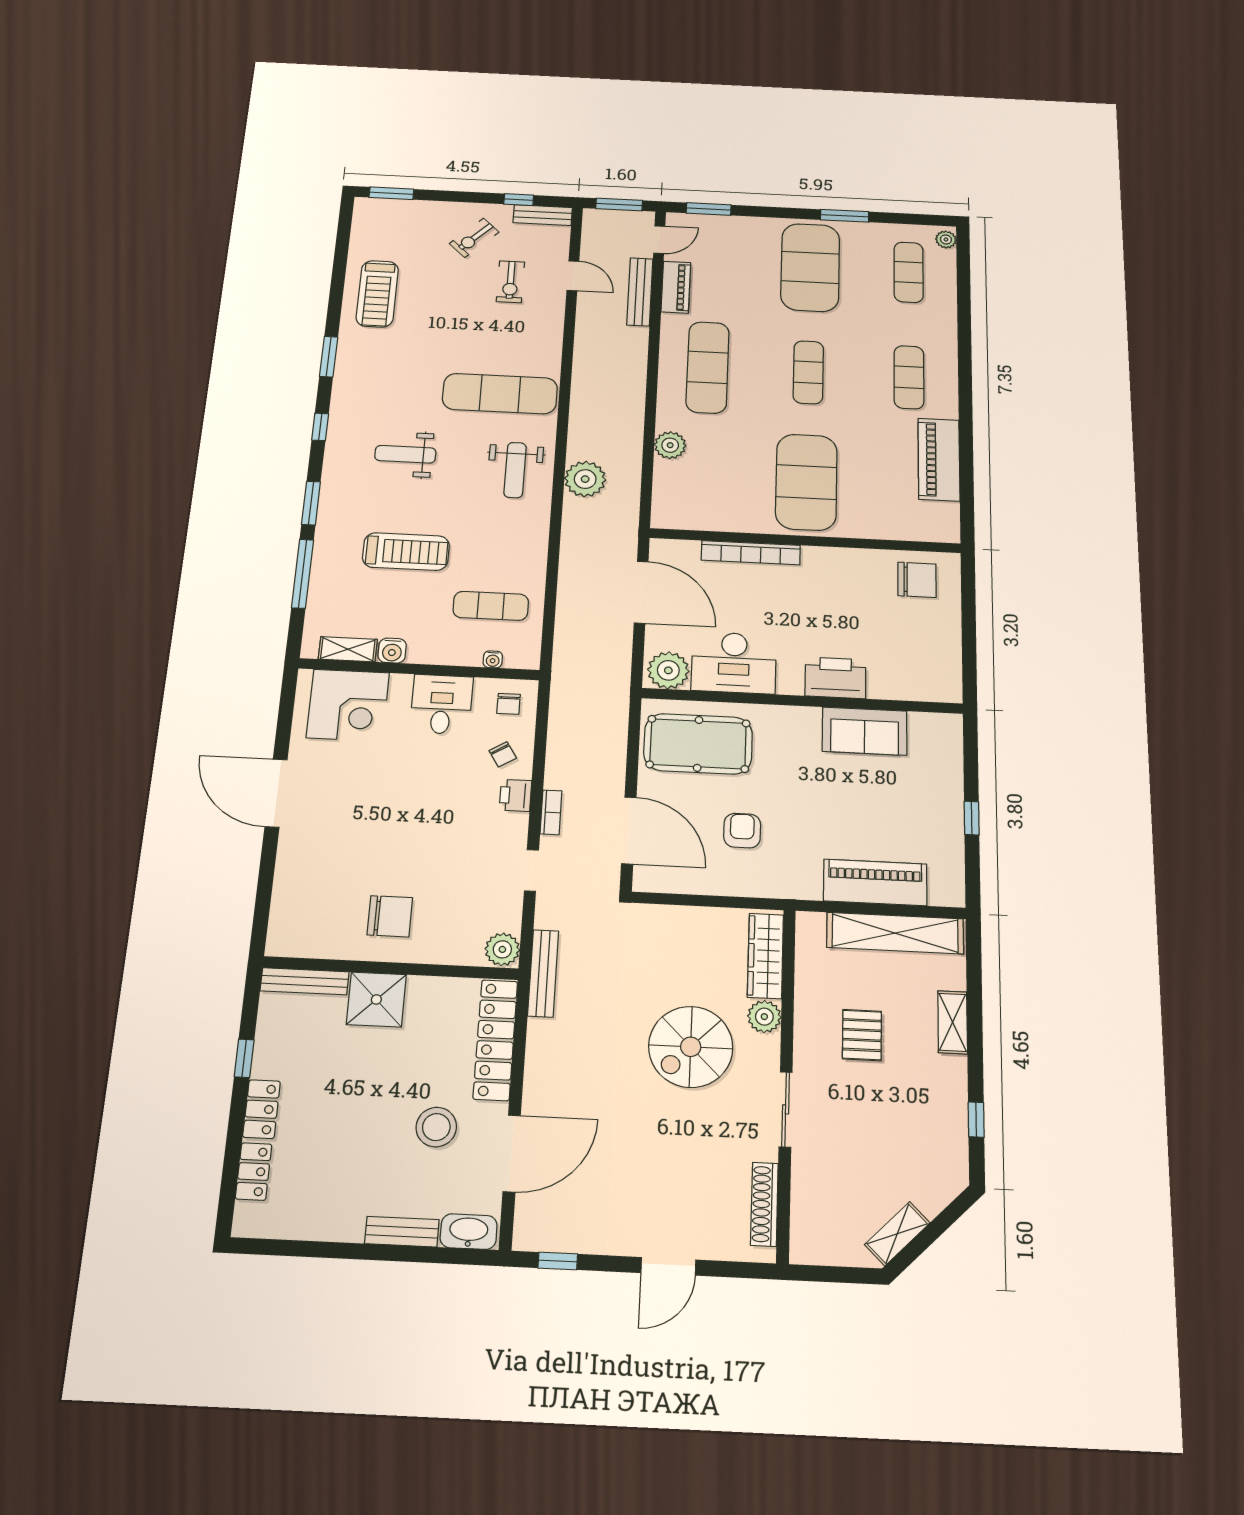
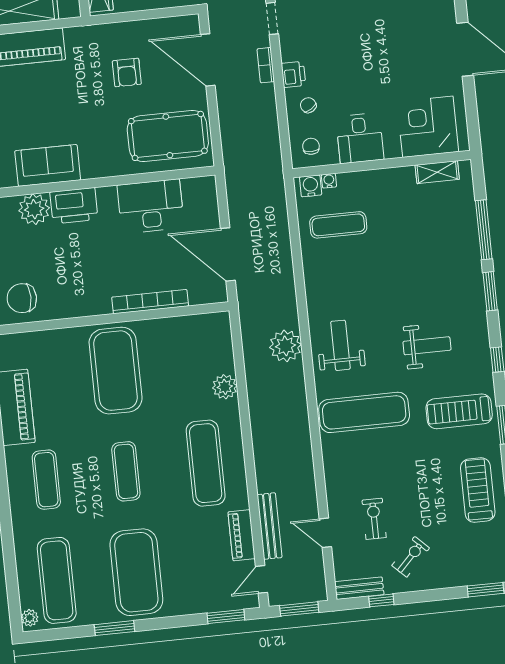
exercise mat: (909, 272) -> (57, 580), width x1.36, depth x1.45
treadmill: (406, 552) -> (459, 411), moved
water cooler: (392, 651) -> (311, 186), moved
plant: (668, 670) -> (34, 209), moved

